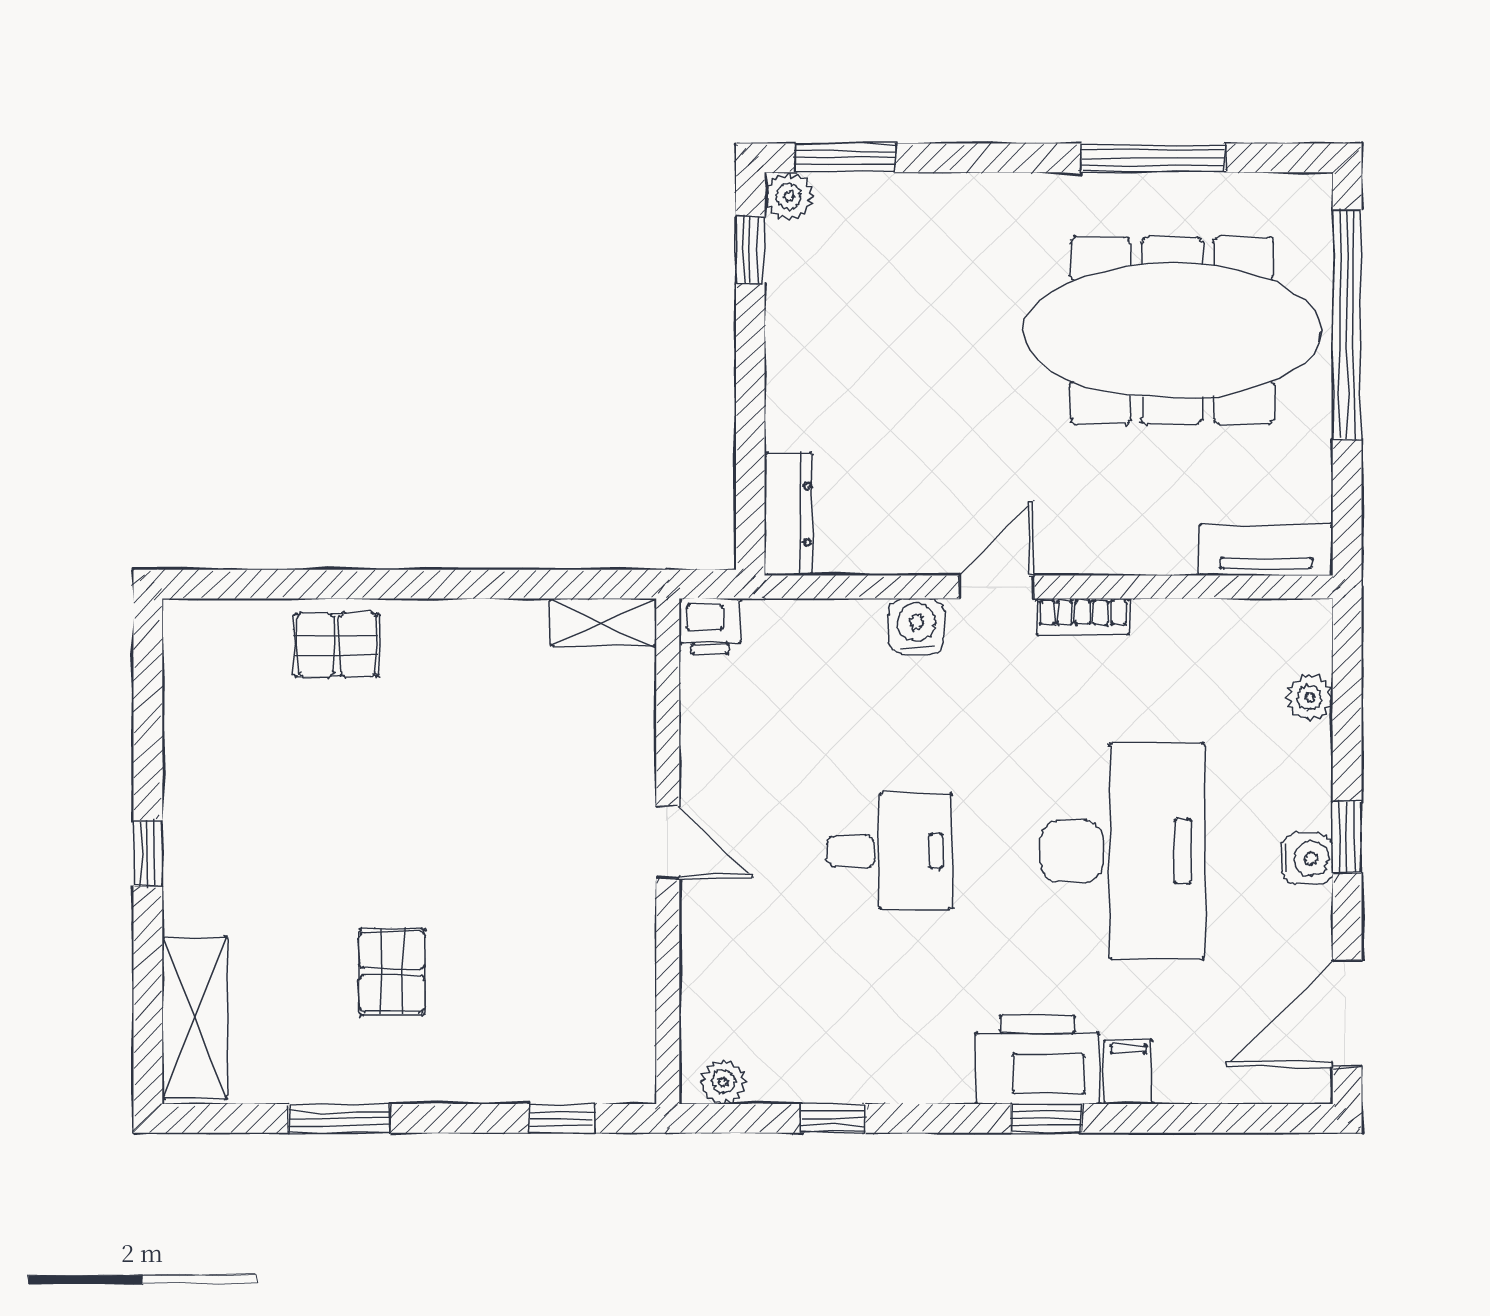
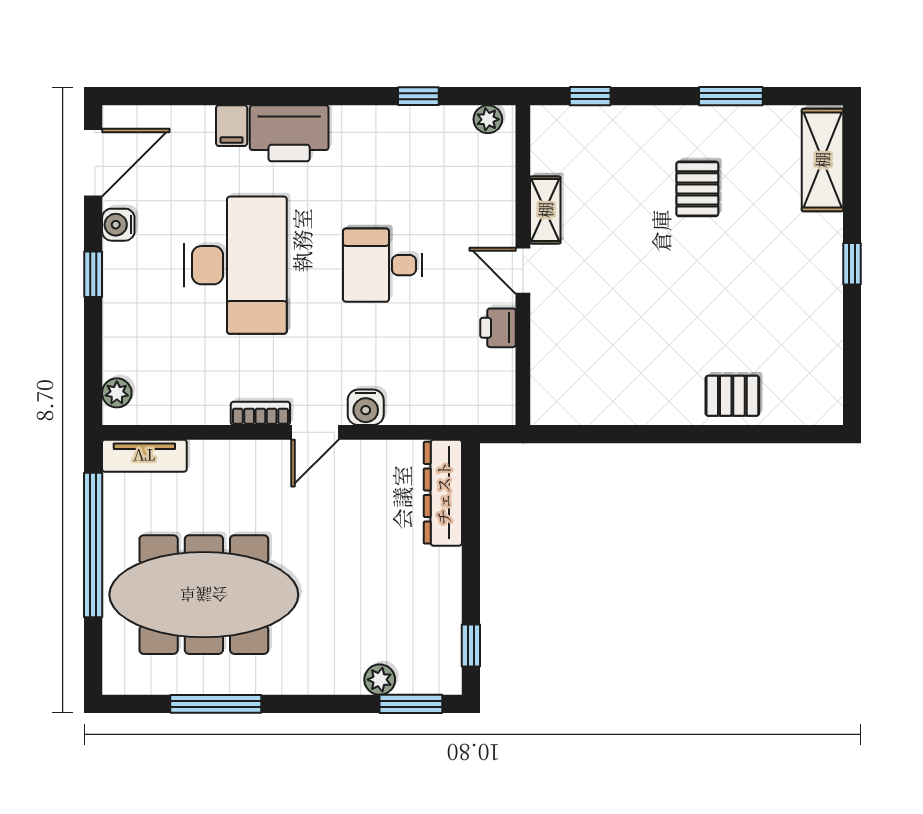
plant: (789, 196) -> (380, 680), moved
window: (1347, 325) -> (93, 545), moved
dresser: (789, 514) -> (443, 493), width x1.37, depth x1.24
shelving: (603, 622) -> (545, 210), moved, turned 90
printer: (710, 626) -> (498, 328), moved, turned -90
plant: (1310, 697) -> (117, 393), moved
desk: (1122, 851) -> (235, 265), turned 180
water cooler: (1307, 858) -> (118, 225), moved
window: (1046, 1118) -> (283, 96), removed

